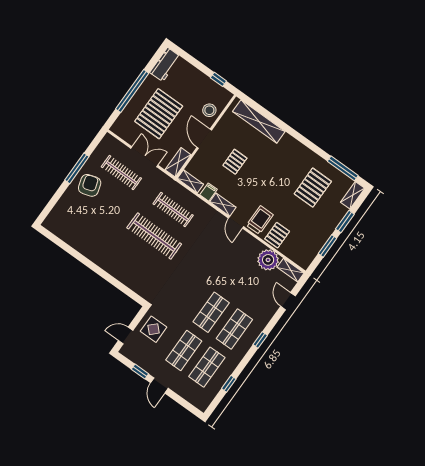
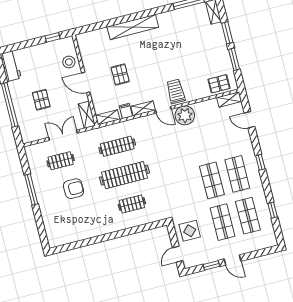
pallet: (159, 114) -> (41, 100), width x0.49, depth x0.50
shelving: (259, 121) -> (133, 27), moved
clothes rail: (121, 173) -> (61, 161), width x0.73
armchair: (90, 185) -> (74, 189), moved, turned 107
pallet: (313, 188) -> (184, 35), removed
pallet: (277, 235) -> (219, 84), moved, turned 90
plant: (268, 260) -> (185, 115), moved
clothes rail: (135, 262) -> (132, 204), added

